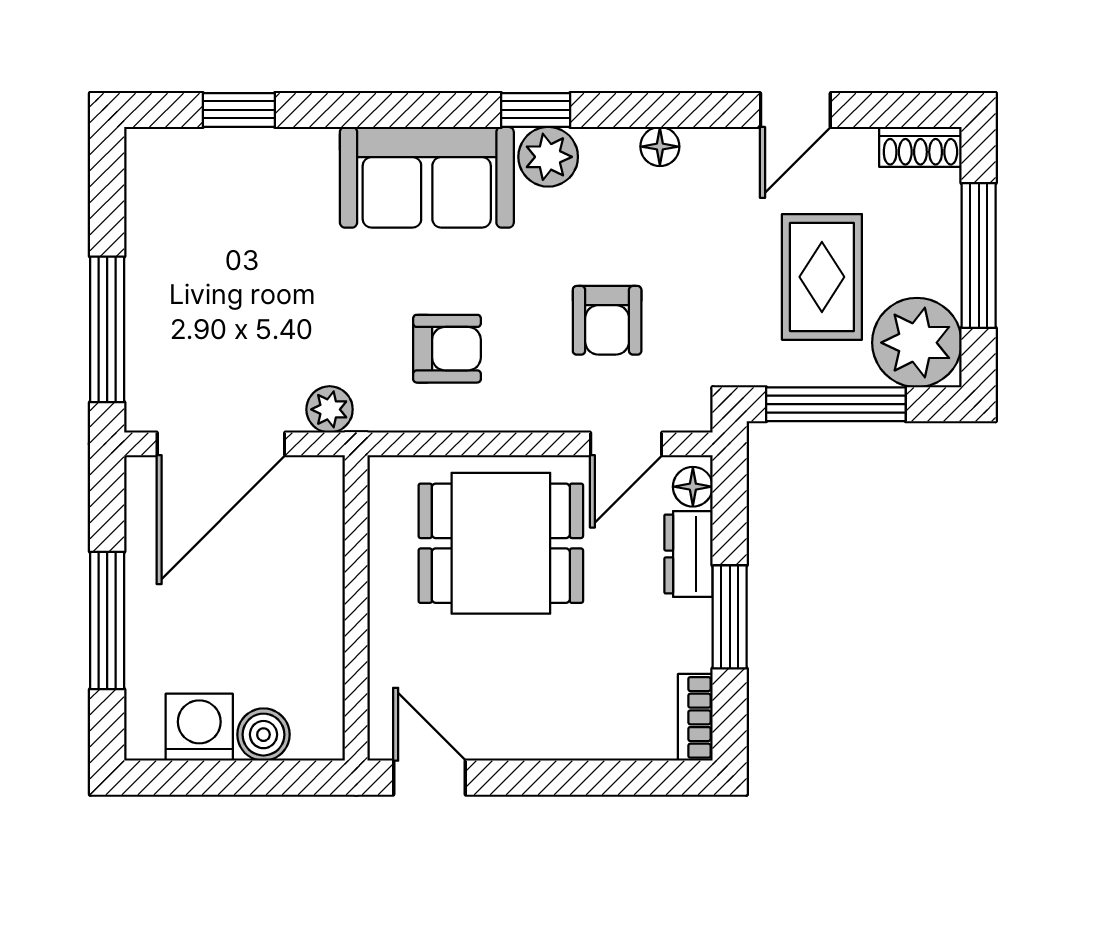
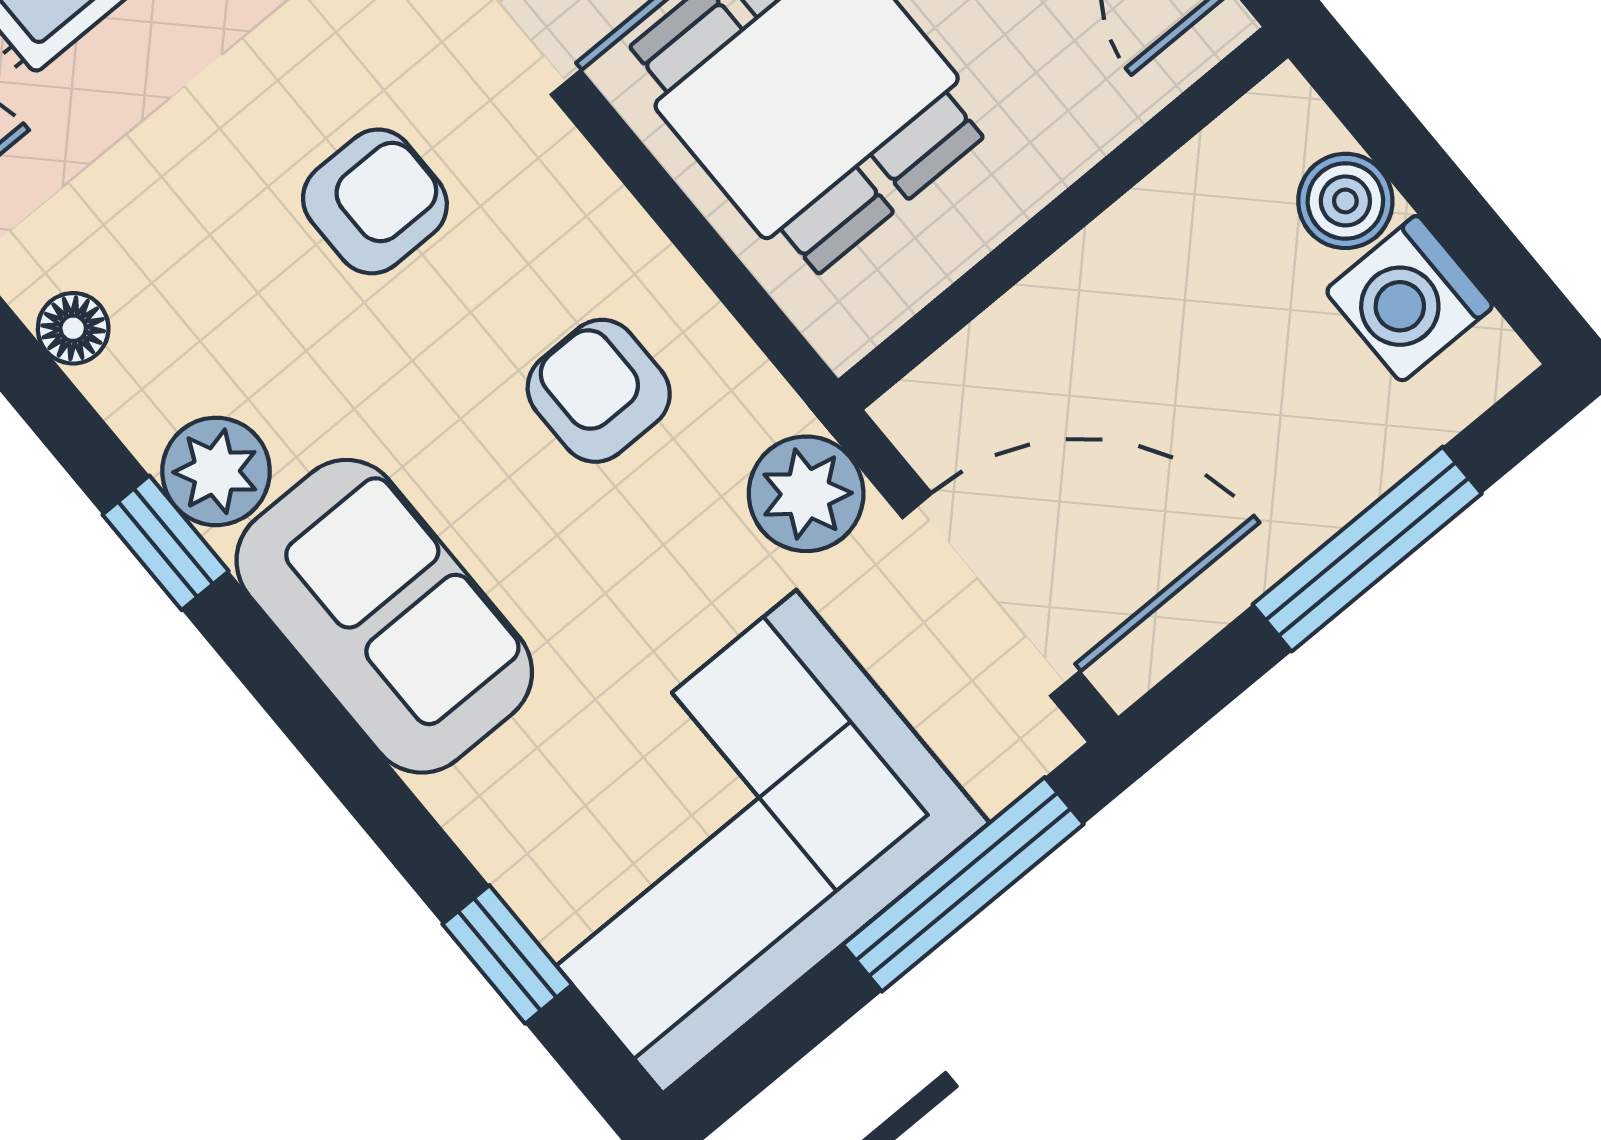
corner sofa: (208, 245) -> (730, 842), added
plant: (330, 409) -> (806, 494), width x1.38, depth x1.38

